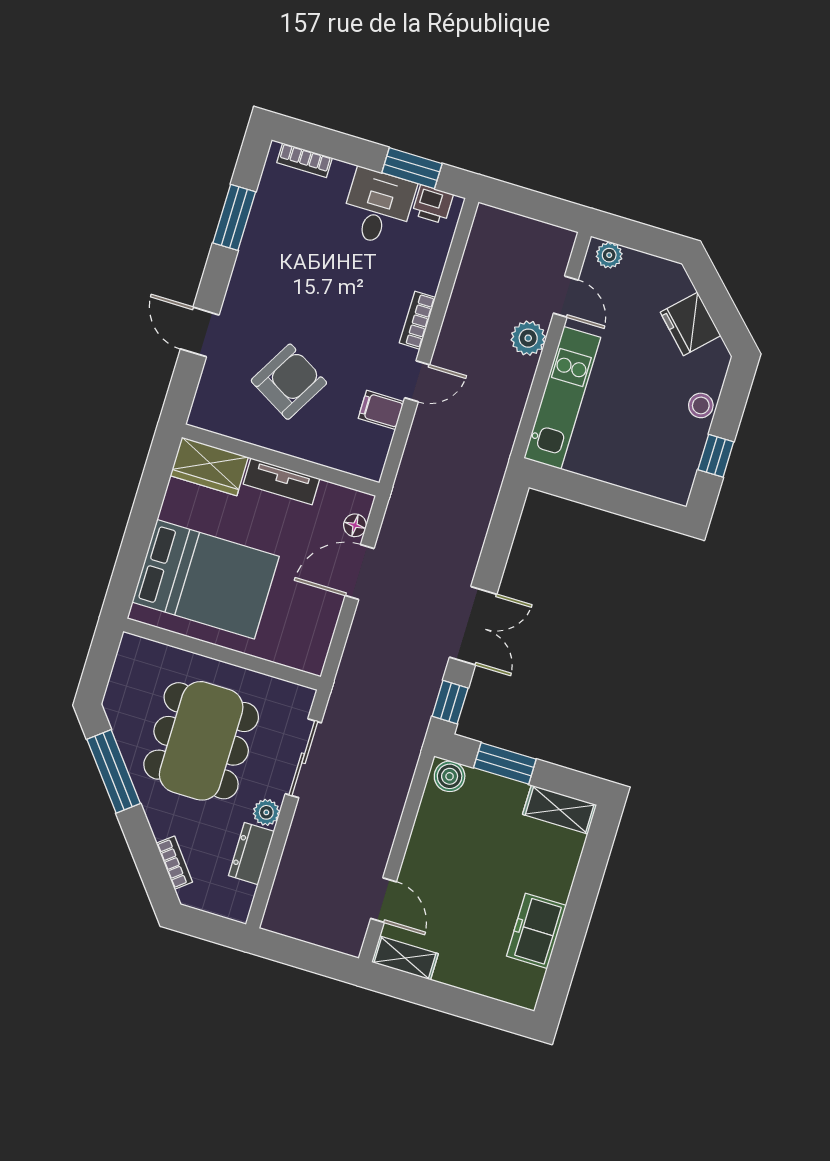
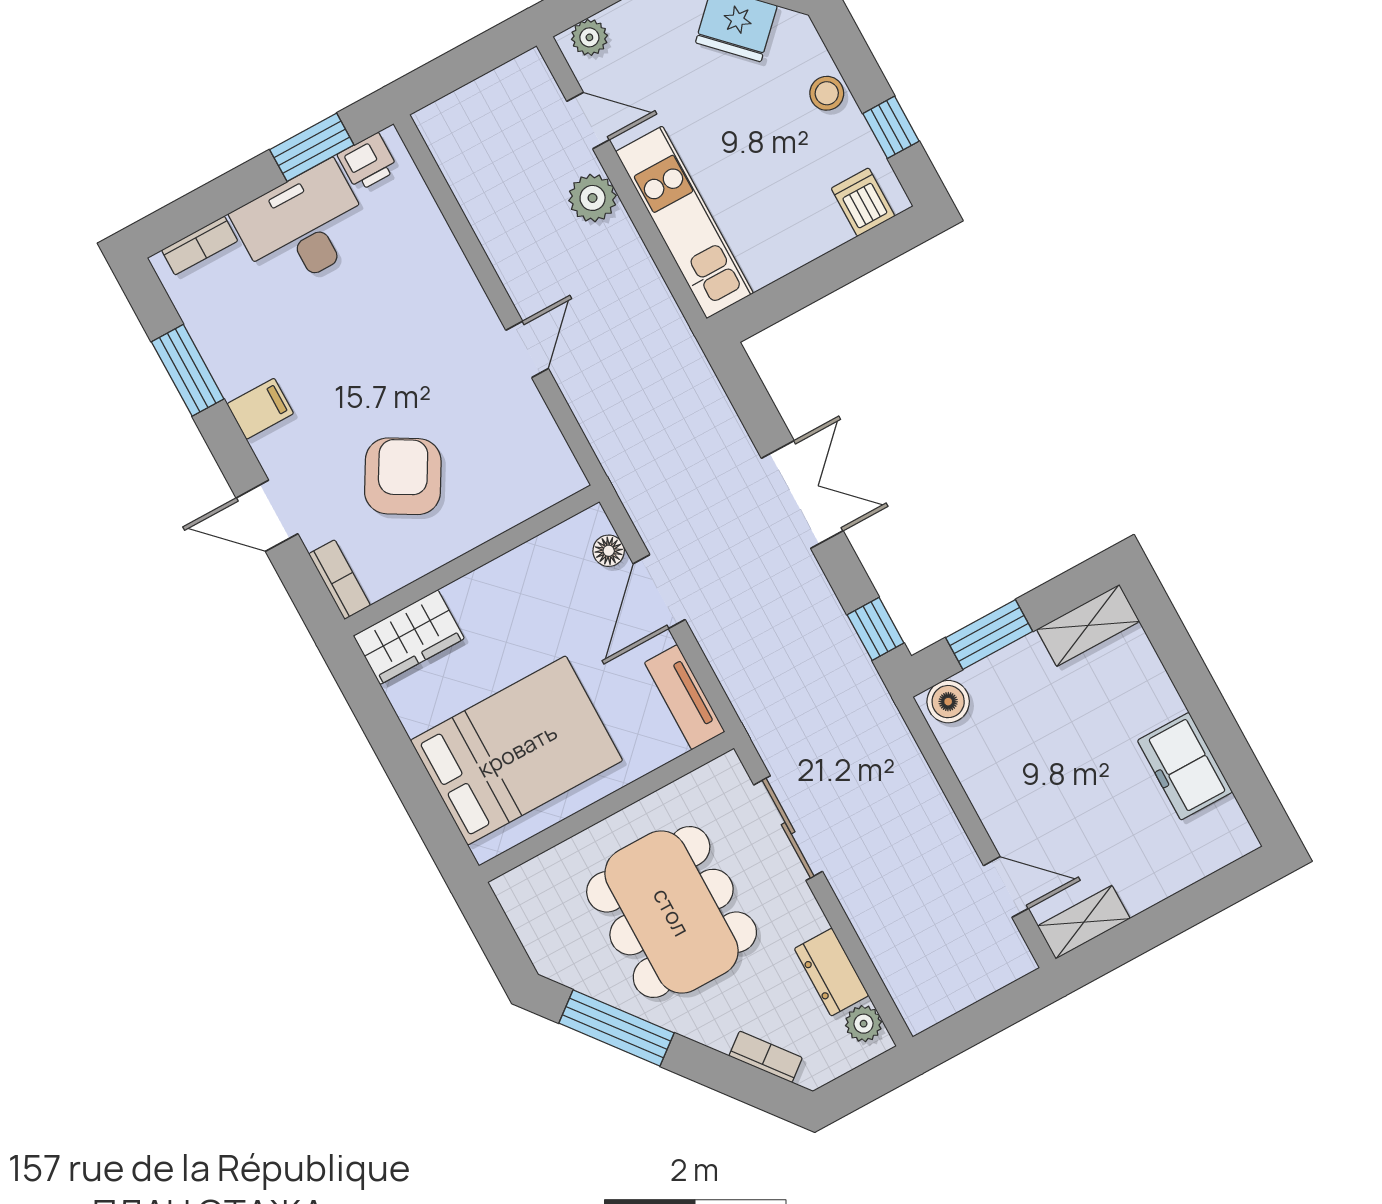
desk: (378, 207) -> (303, 227), width x1.37
bookcase: (417, 320) -> (340, 580), moved, turned 180
filing cabinet: (381, 410) -> (260, 409), moved, turned 180
dishwasher: (663, 479) -> (863, 202), added
tv unit: (282, 481) -> (685, 697), moved, turned 90
double door: (473, 626) -> (802, 495), moved
plant: (266, 812) -> (864, 1024), moved

